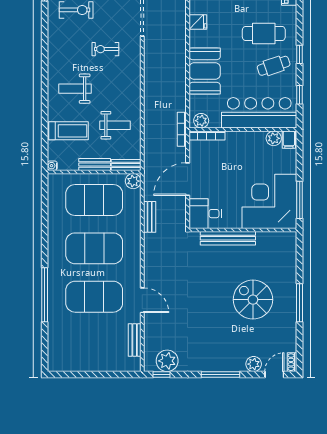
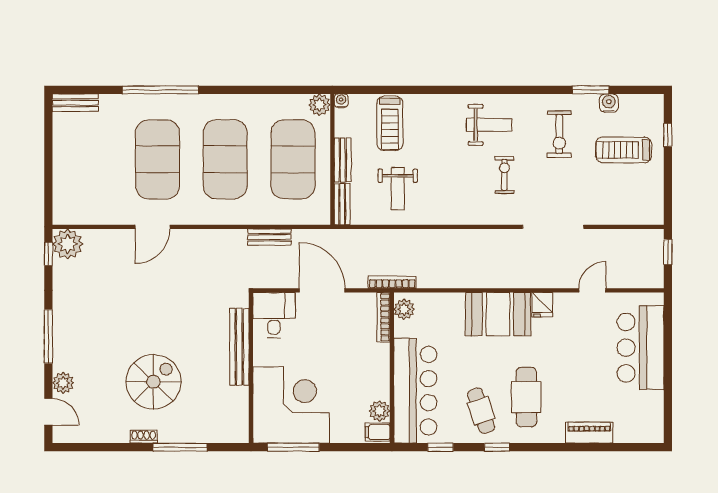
booth: (205, 71) -> (498, 314), moved
weight bench: (75, 89) -> (489, 125), moved, turned 90
plant: (133, 181) -> (319, 105), moved
window: (300, 303) -> (180, 447), moved
bench: (135, 340) -> (75, 103), moved
plant: (167, 361) -> (68, 244), moved
shoe rack: (292, 362) -> (144, 437), moved

